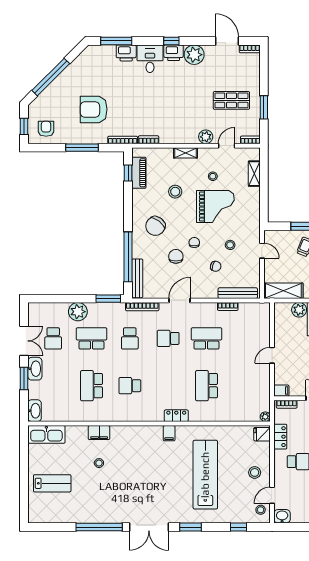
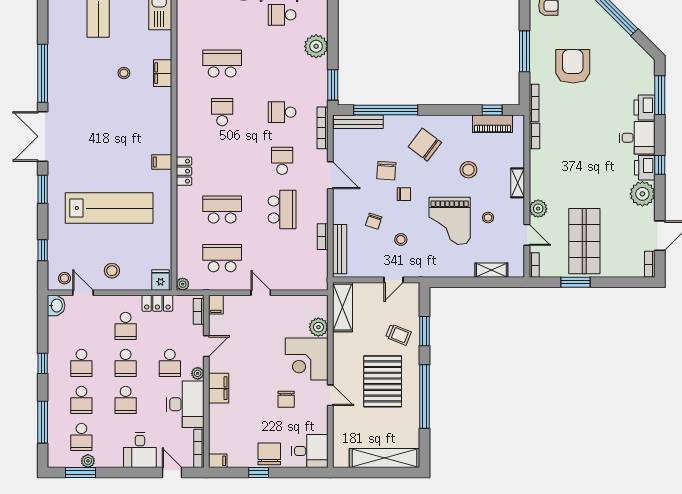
shop shelf: (231, 100) -> (584, 241), width x1.43, depth x1.36
chair: (176, 256) -> (386, 171), turned 94
school desk: (91, 338) -> (222, 258), moved, turned -90

